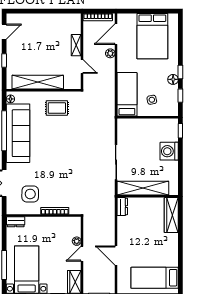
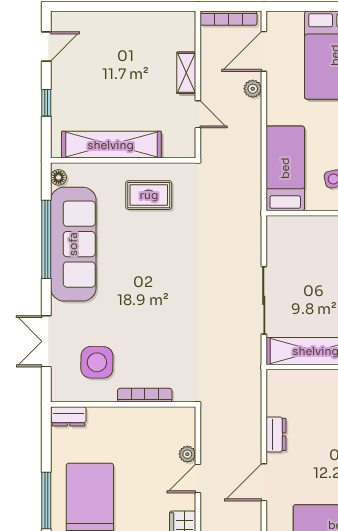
dresser: (122, 207) -> (276, 434), moved
door: (116, 256) -> (264, 482), hinge flipped

